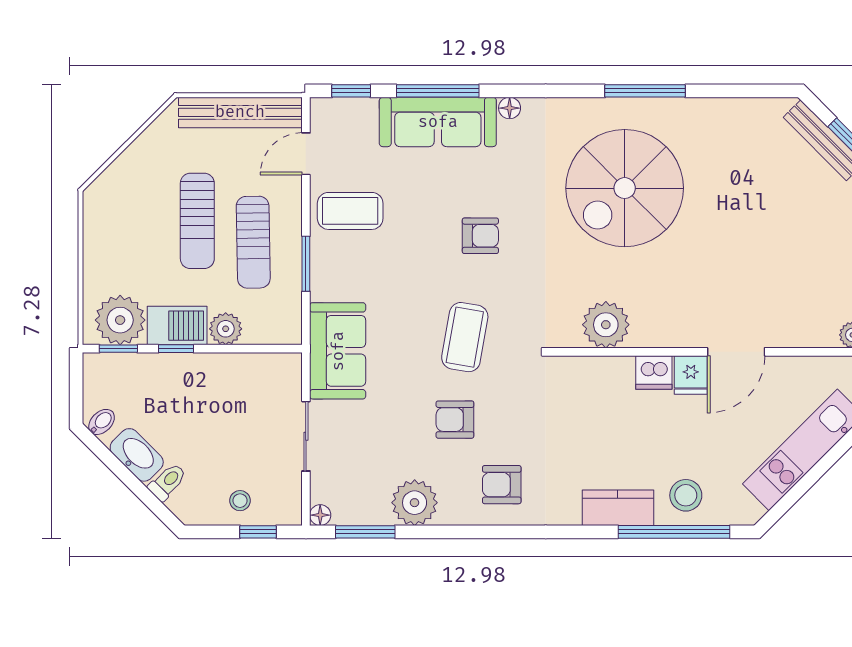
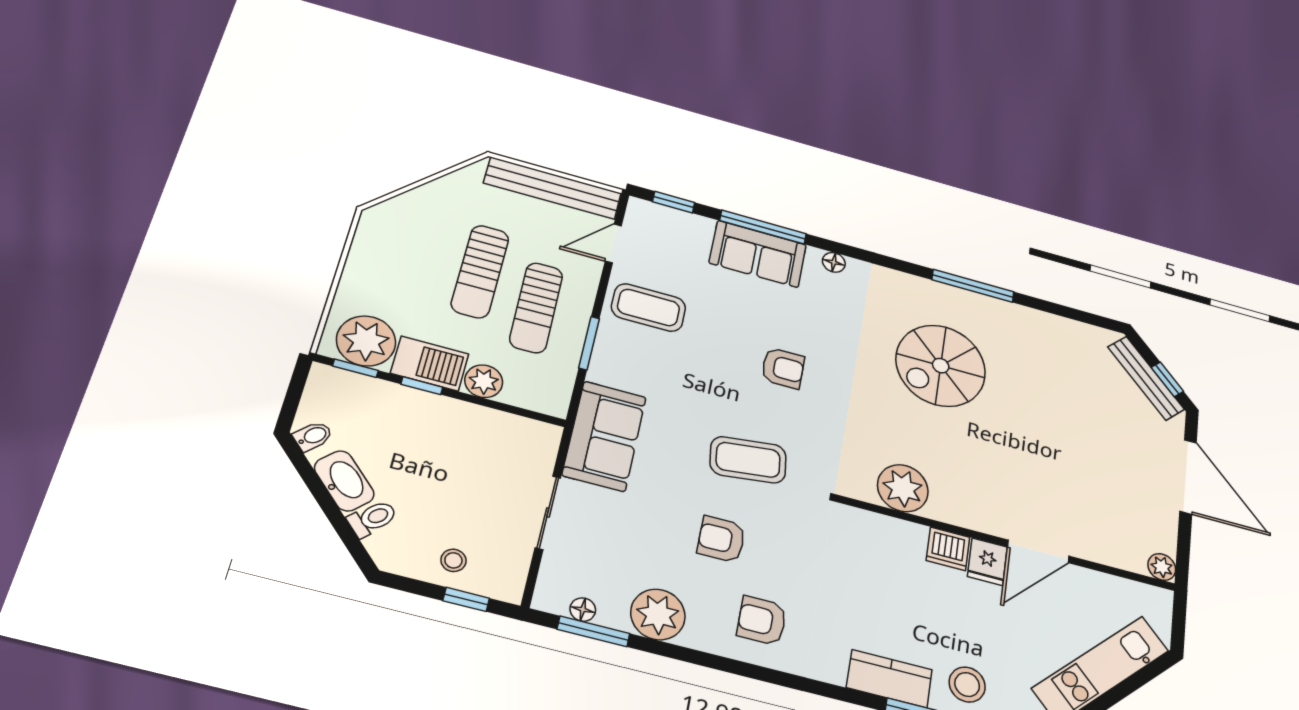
sofa: (438, 122) -> (758, 254), width x0.73
spiral stairs: (625, 188) -> (941, 366), width x0.73, depth x0.73
coffee table: (465, 337) -> (748, 460), turned 73
floor lamp: (320, 515) -> (583, 610), moved

